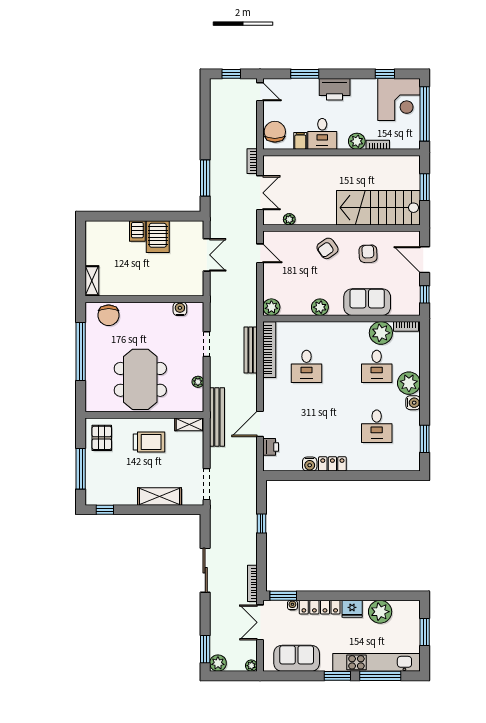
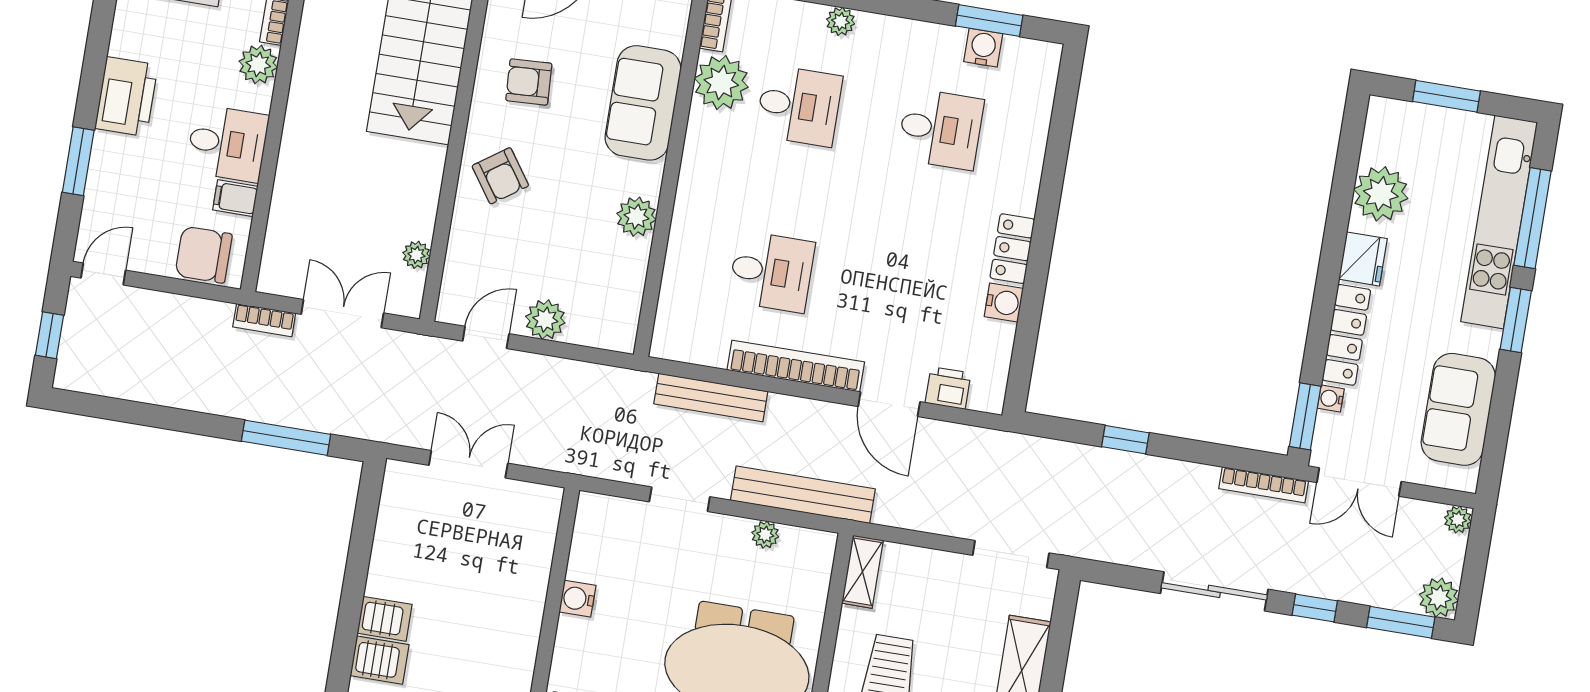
server rack: (158, 237) -> (380, 660), moved, width x0.73, depth x0.70
plant: (271, 307) -> (545, 320), moved
water cooler: (180, 309) -> (577, 599), moved
bookcase: (269, 350) -> (796, 366), moved
plant: (409, 383) -> (841, 21), width x0.53, depth x0.53
water cooler: (413, 403) -> (983, 48), moved
bench: (217, 417) -> (803, 495), moved
window: (205, 613) -> (1315, 608), added

